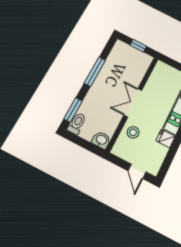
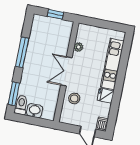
plant: (152, 83) -> (78, 47), added
washbasin: (101, 140) -> (35, 111), moved
dishwasher: (154, 168) -> (102, 124), added

